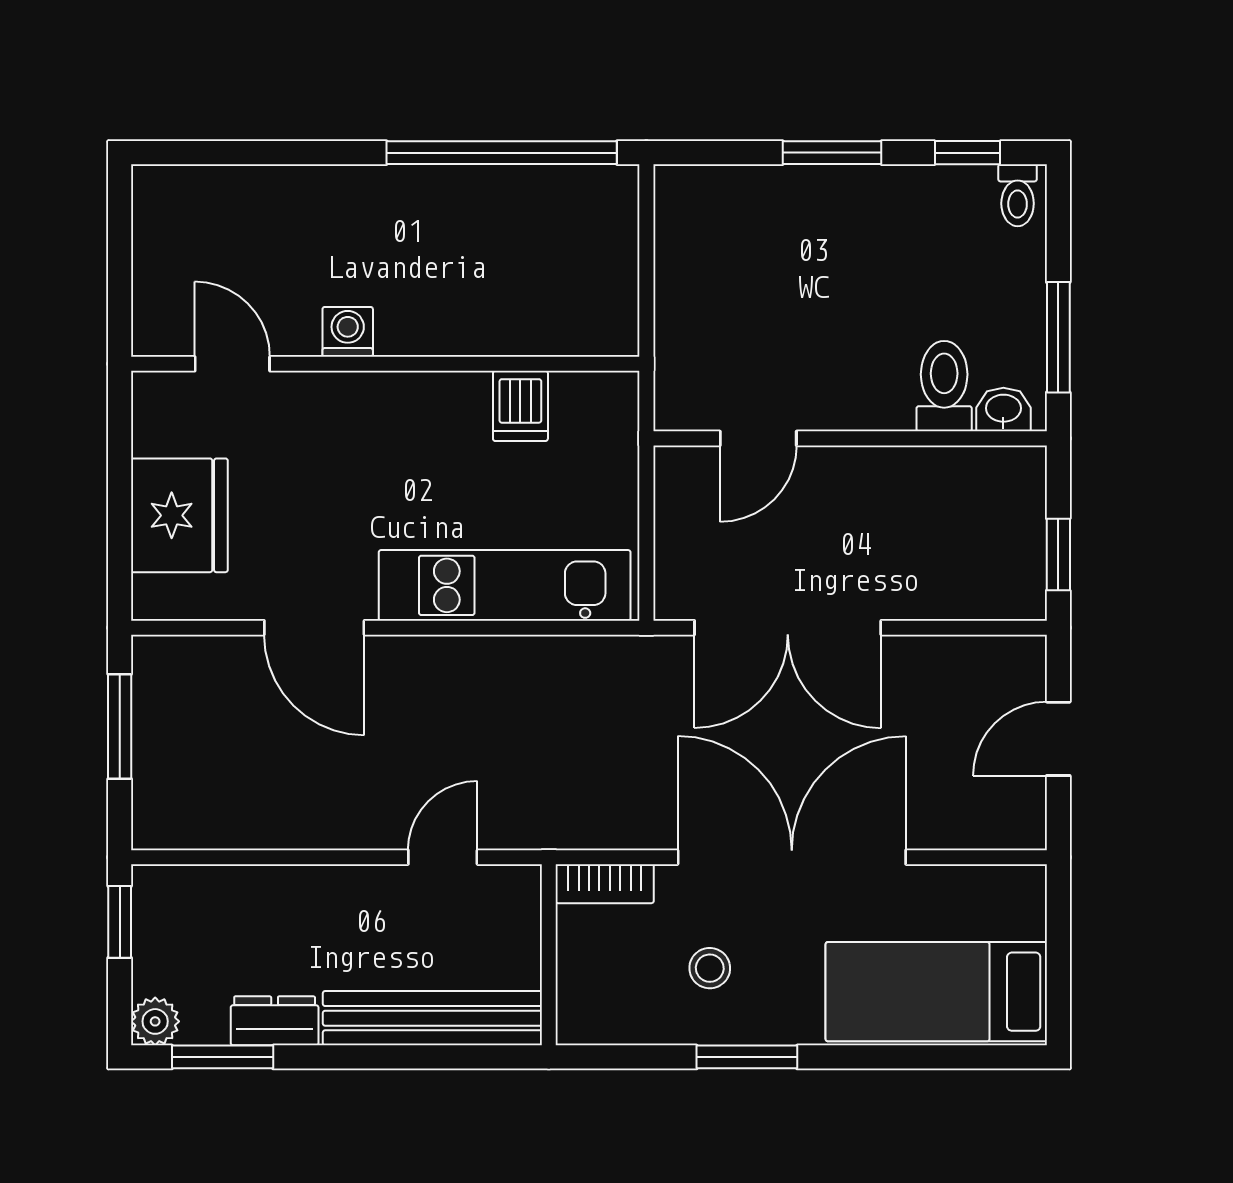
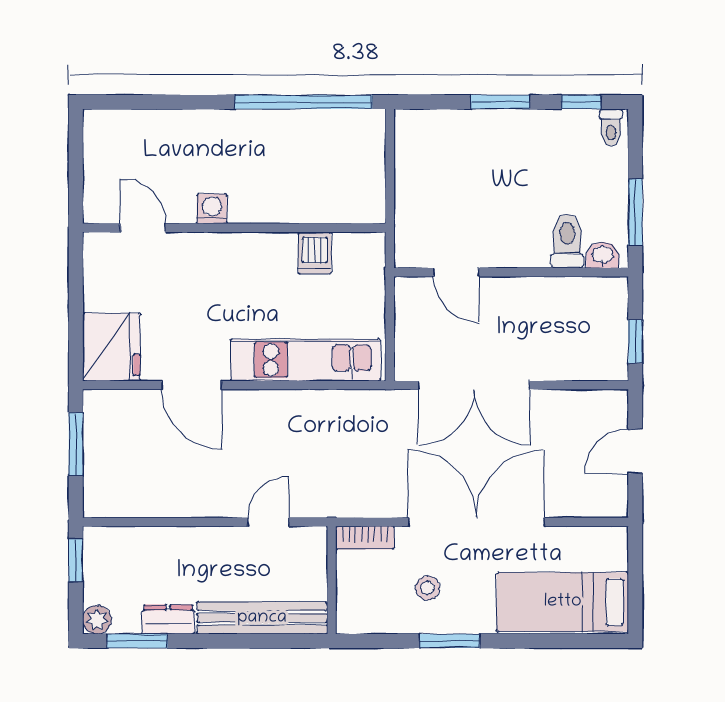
door: (758, 438) -> (456, 272), hinge flipped
fridge: (179, 515) -> (111, 347), moved

